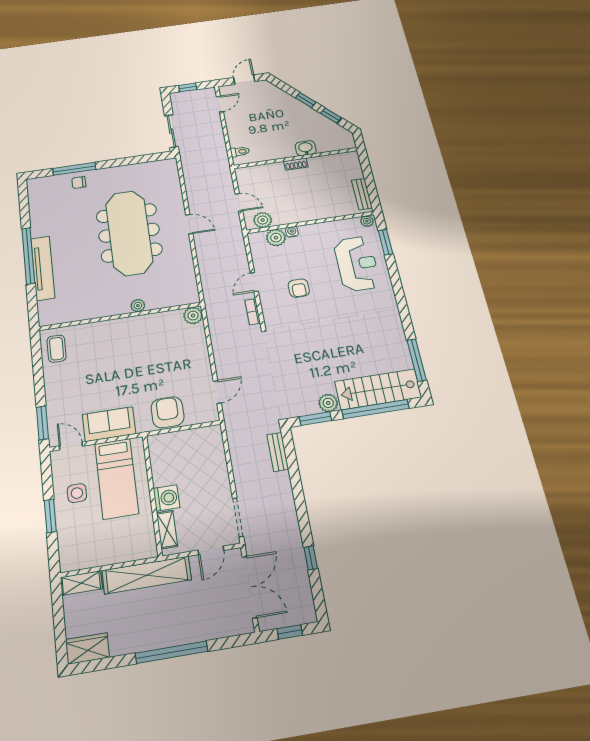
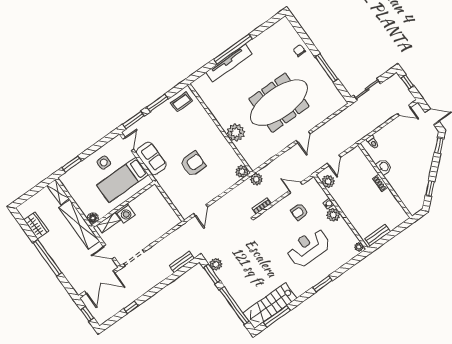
window: (306, 100) -> (439, 146), moved
washbasin: (306, 148) -> (384, 167), moved
window: (74, 169) -> (327, 68), moved
plant: (276, 238) -> (333, 215), moved
window: (386, 242) -> (322, 284), moved
reception desk: (357, 264) -> (308, 247), moved, turned 180
door: (254, 282) -> (296, 188), moved
armchair: (299, 288) -> (299, 212), moved
plant: (213, 302) -> (256, 179), added
plant: (138, 306) -> (236, 133), width x1.88, depth x1.88
window: (39, 380) -> (157, 103), added
stairs: (378, 389) -> (270, 306), moved, turned -90
door: (217, 392) -> (201, 210), hinge flipped
plant: (328, 403) -> (216, 264), moved
armchair: (168, 412) -> (193, 164), moved
window: (50, 516) -> (72, 164), moved
floor lamp: (148, 550) -> (93, 218), added
wardrobe: (87, 648) -> (36, 226), moved

